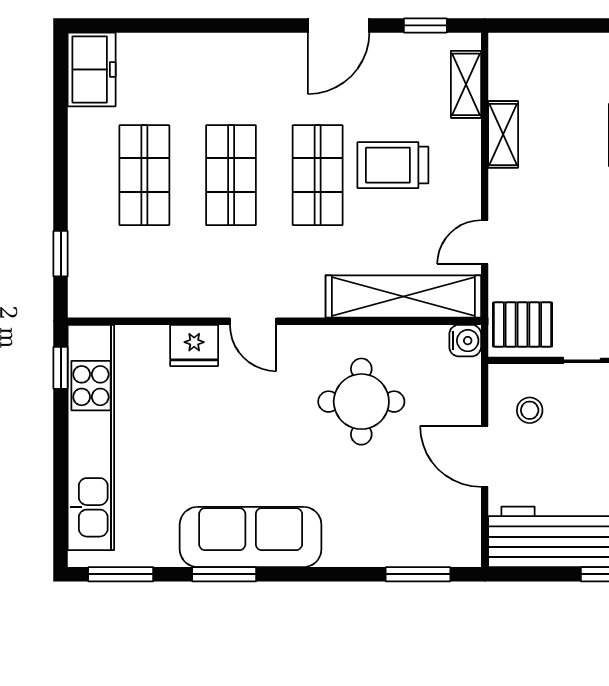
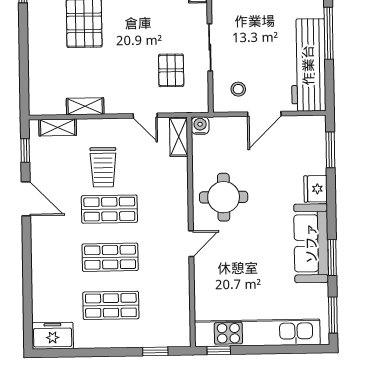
shelving: (403, 296) -> (179, 137), width x0.45, depth x0.75
pallet: (522, 325) -> (171, 70), moved
fridge: (194, 345) -> (316, 189), moved, turned 180
round table: (361, 402) -> (224, 197), moved

